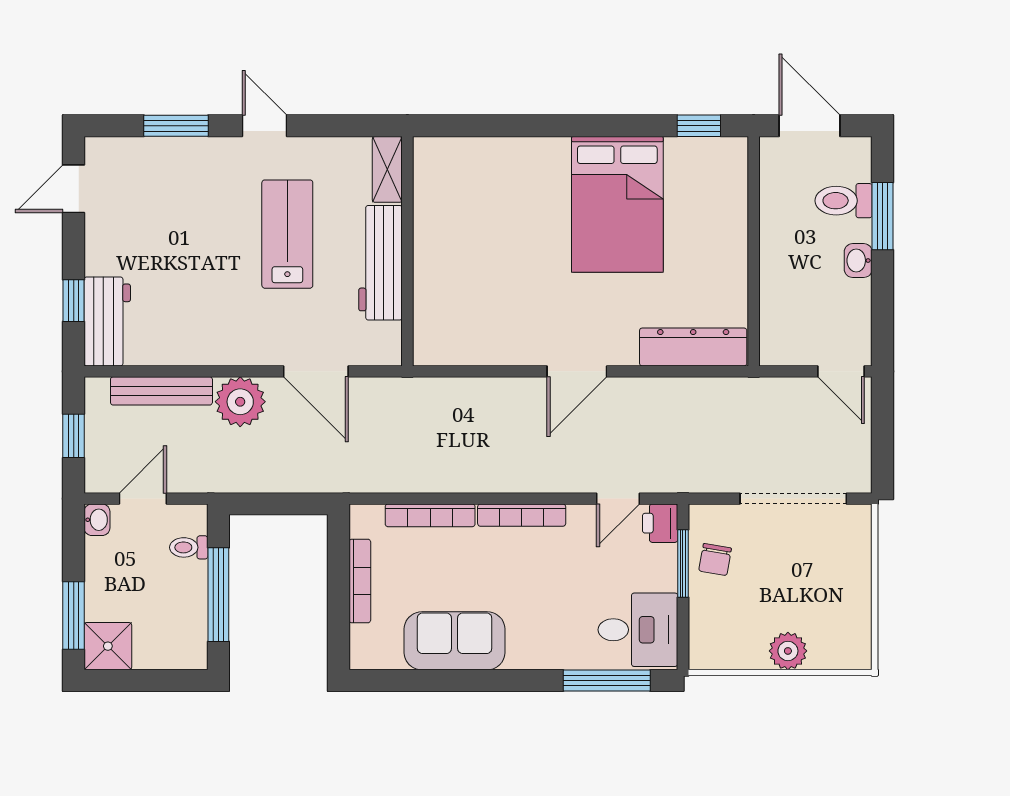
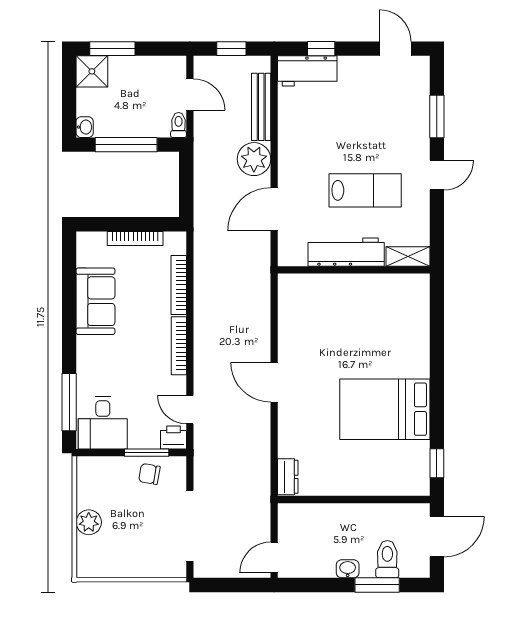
dresser: (693, 347) -> (288, 477), width x0.51, depth x0.80
washbasin: (97, 520) -> (85, 127), moved, turned -90
toilet: (189, 547) -> (179, 125), moved

